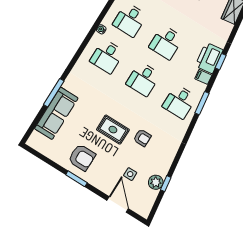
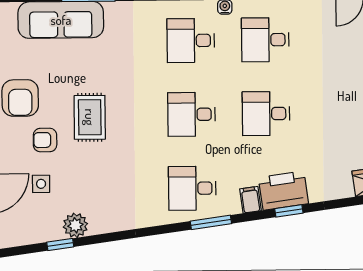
armchair: (142, 138) -> (45, 140), moved, turned 90
plant: (156, 182) -> (75, 225), moved

